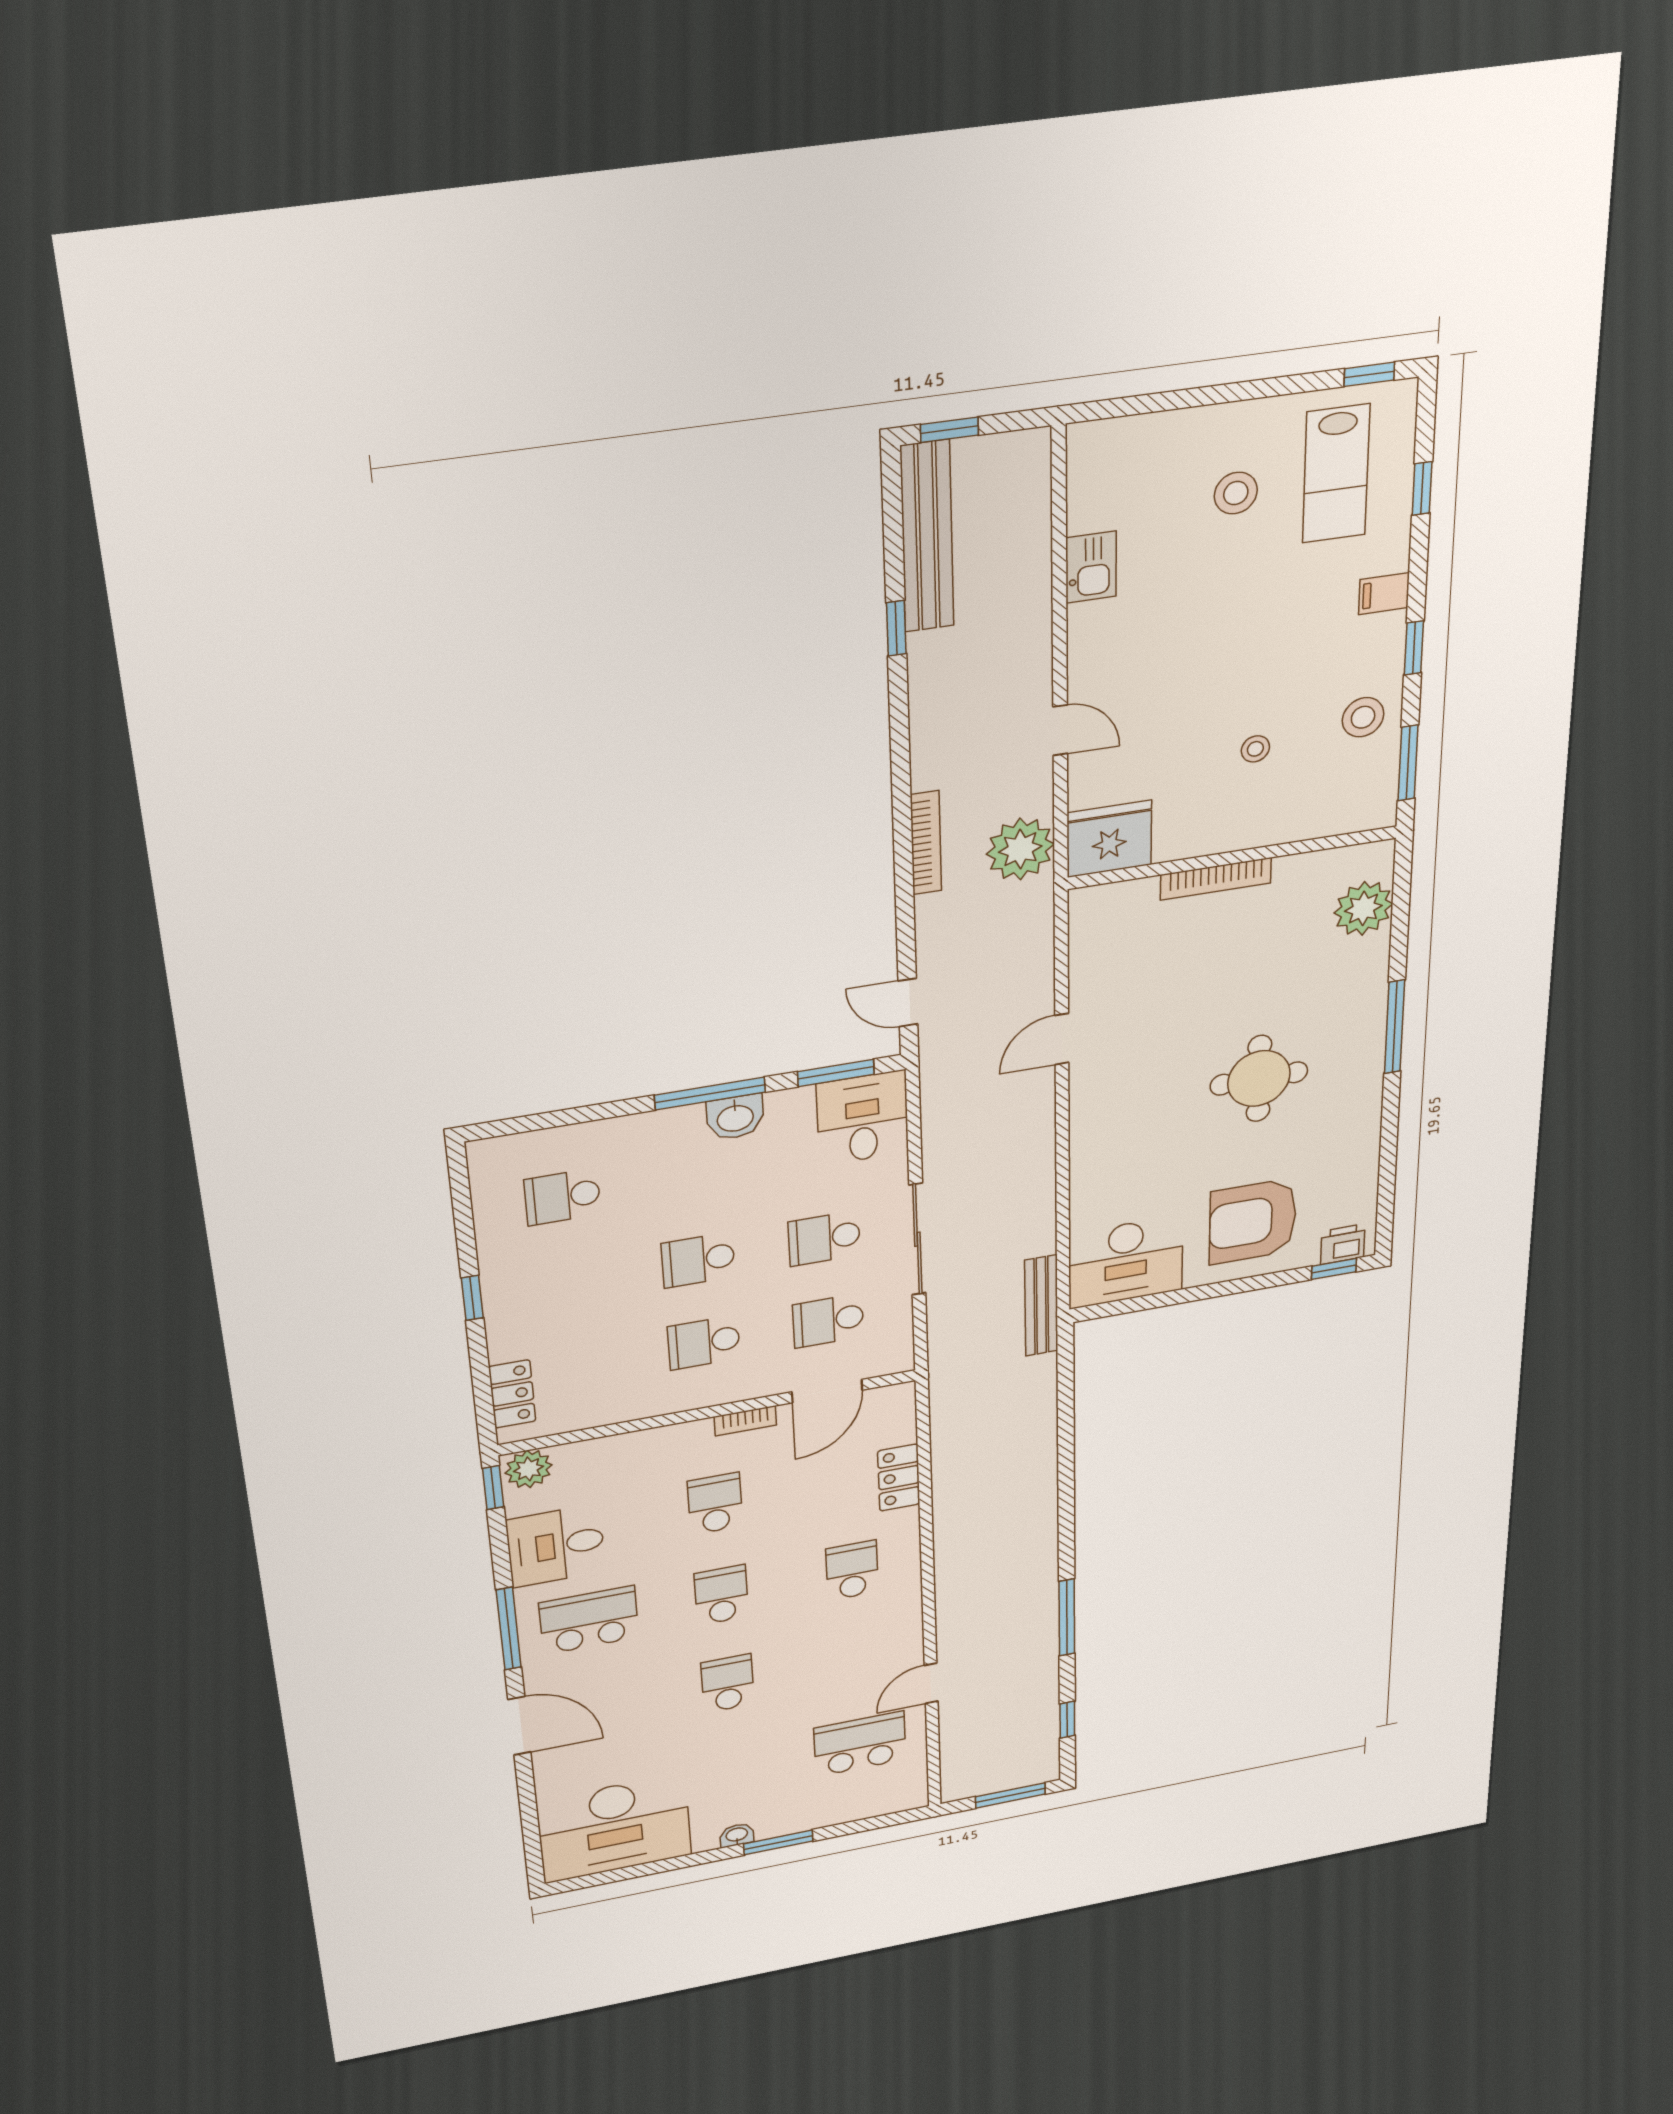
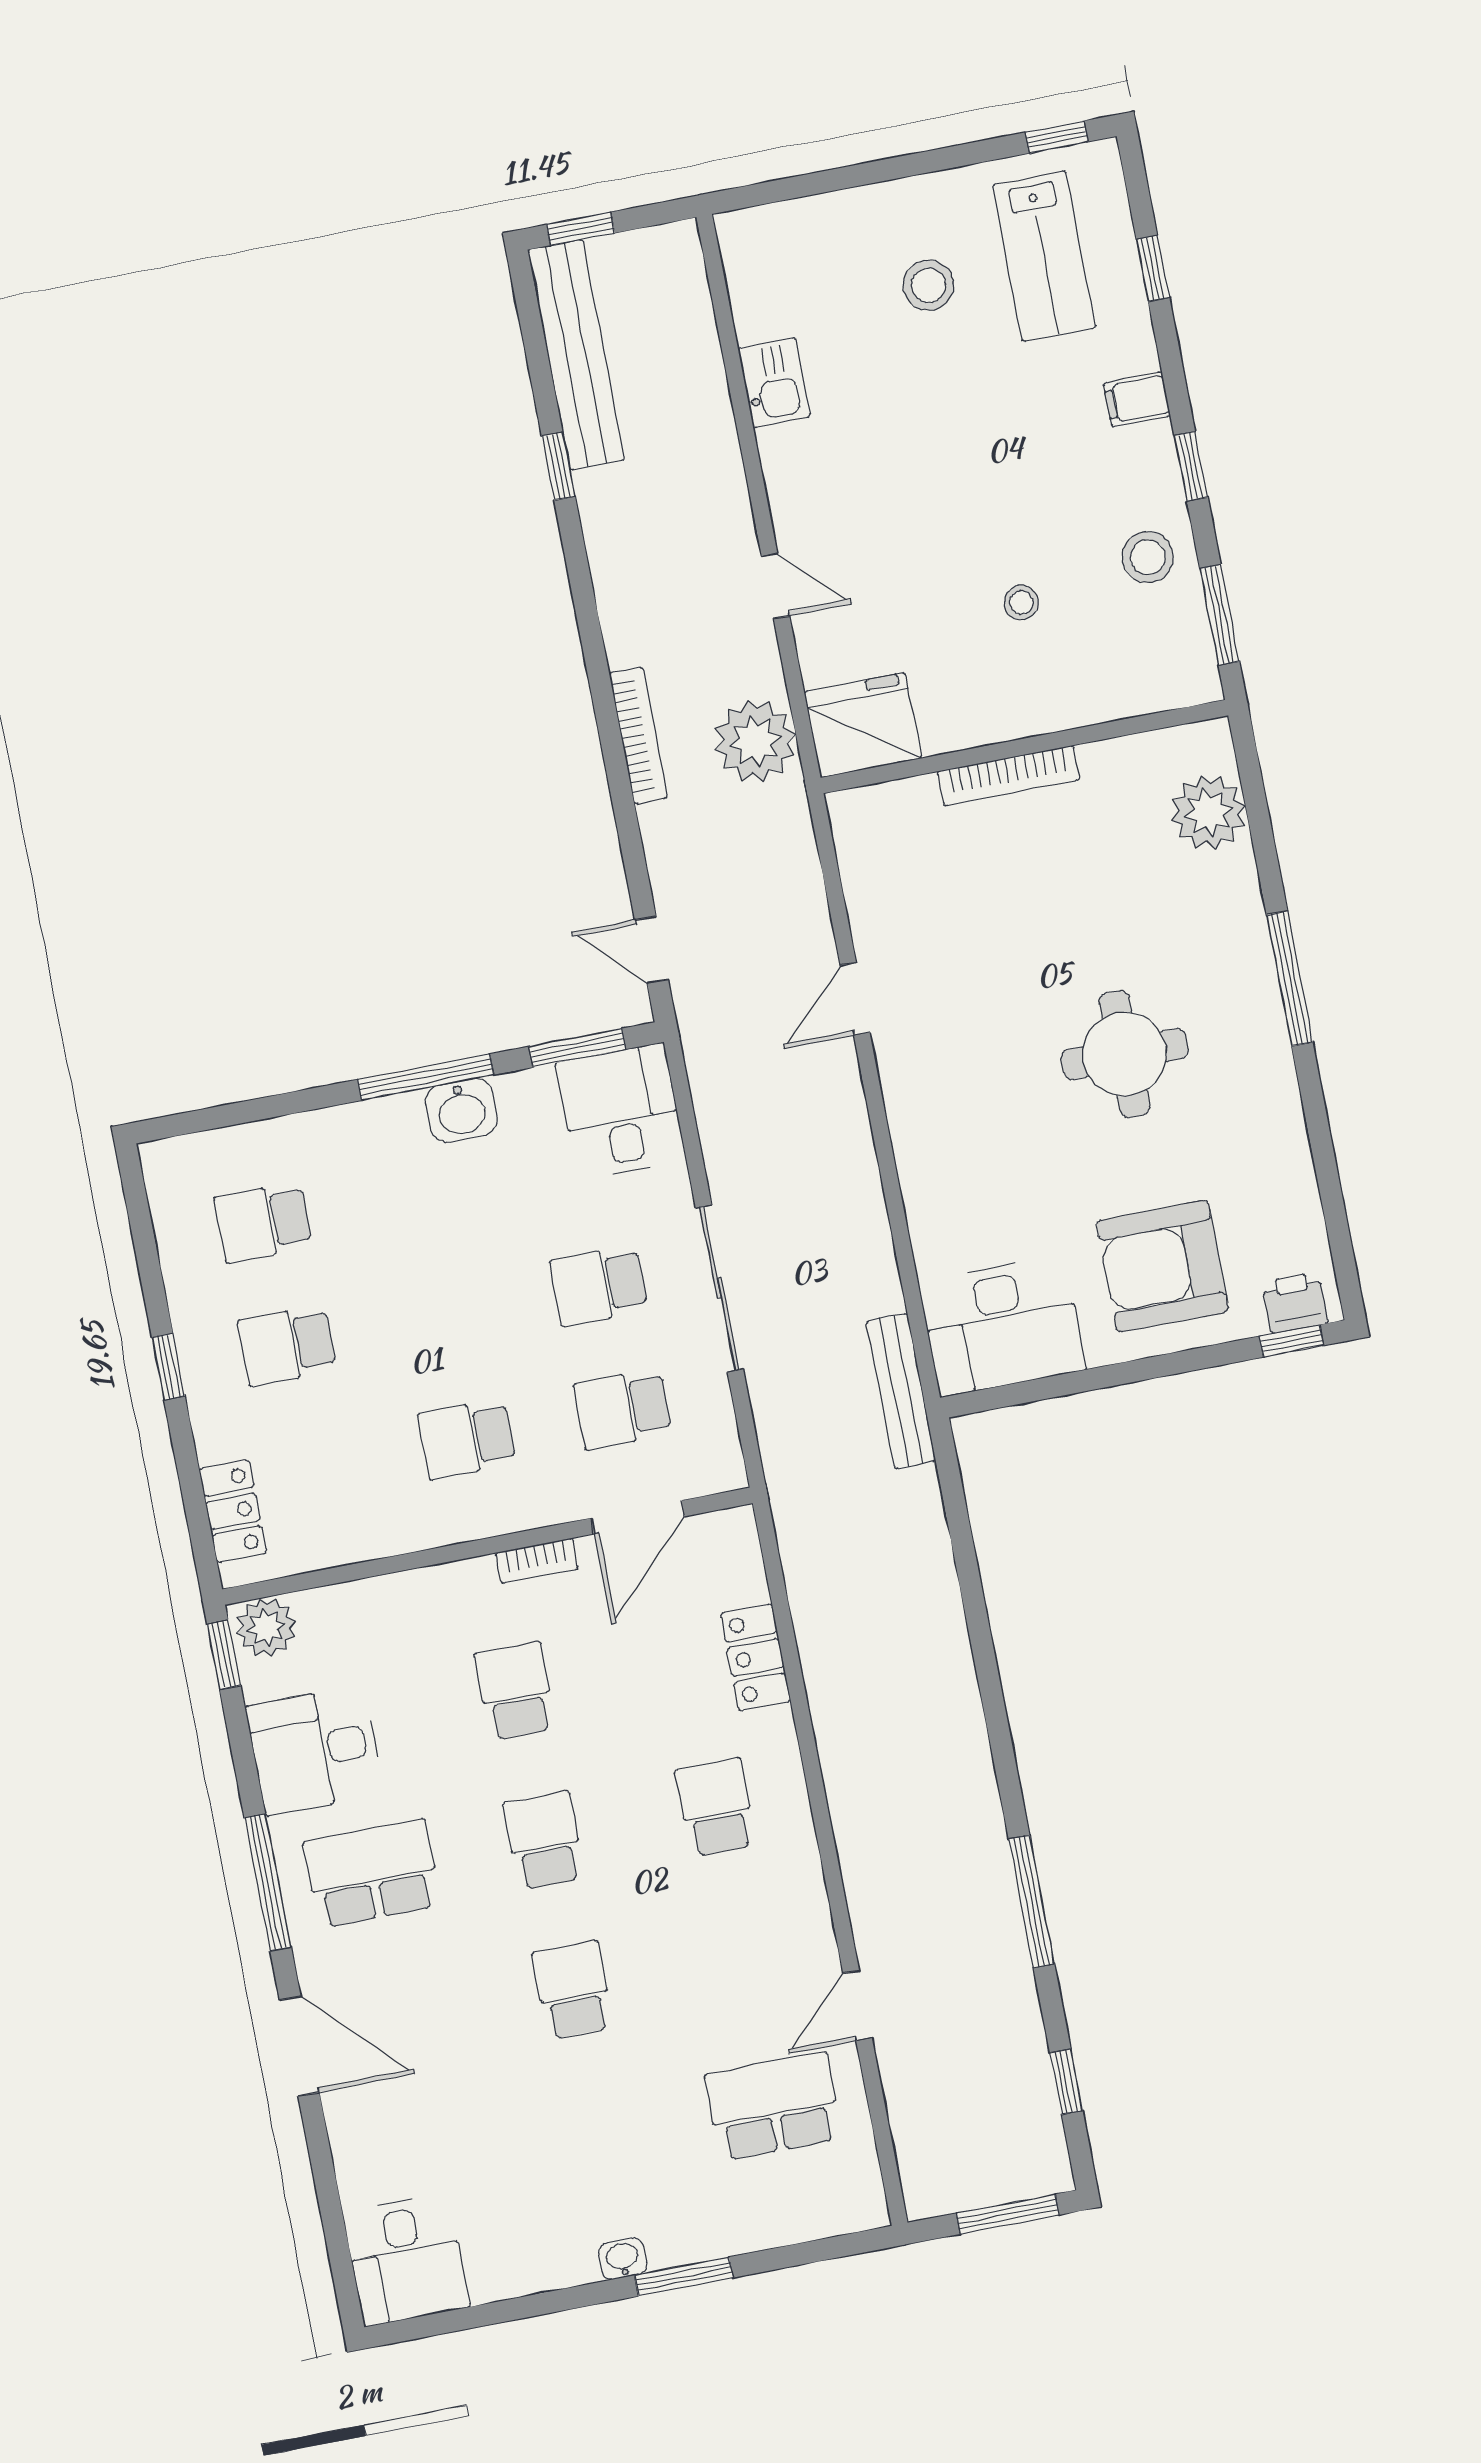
school desk: (698, 1260) -> (287, 1346), moved
desk: (614, 1828) -> (406, 2260), width x0.53, depth x0.77

